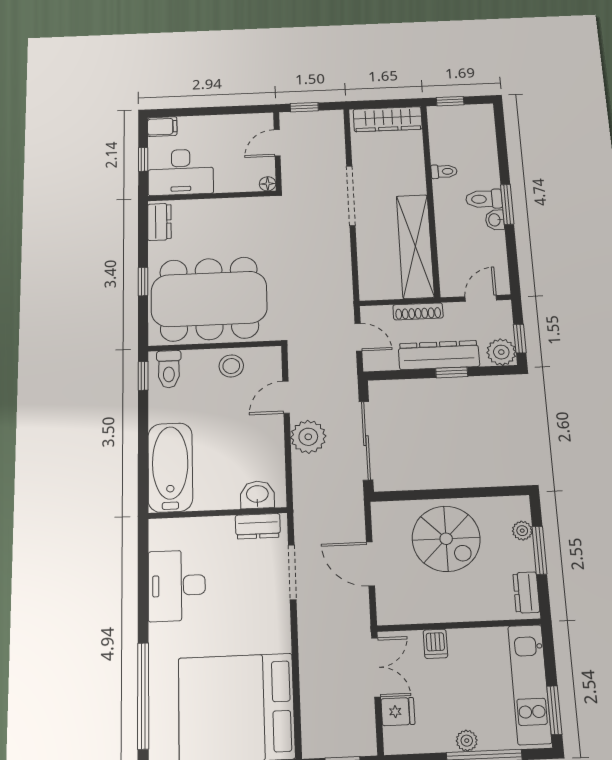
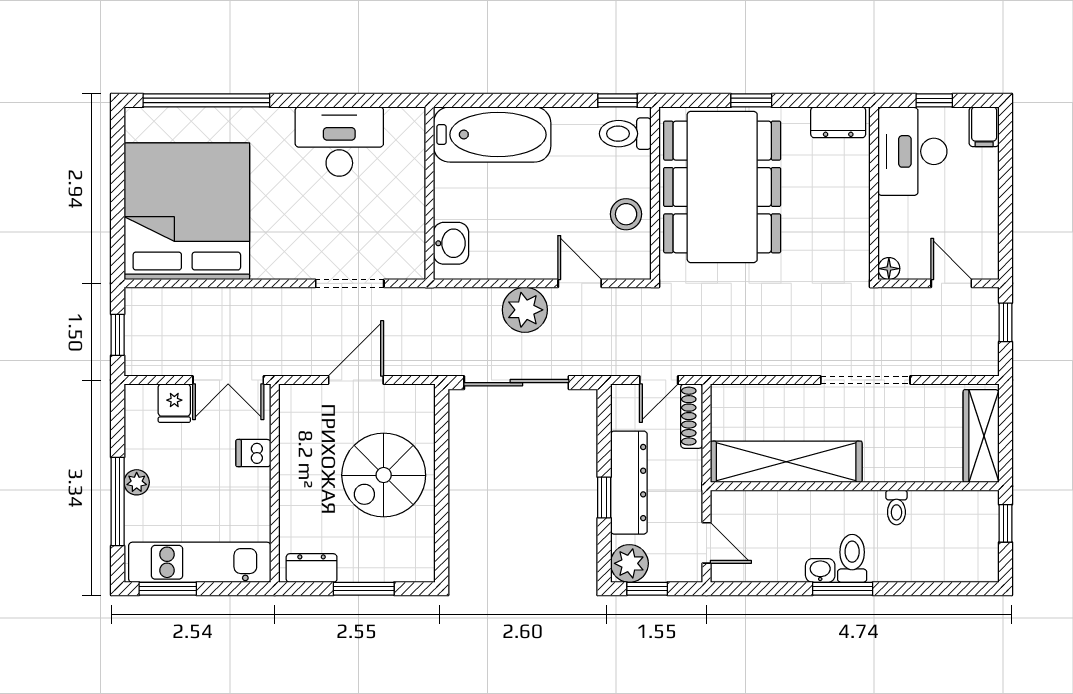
shoe rack: (418, 311) -> (692, 416), moved
dresser: (258, 526) -> (410, 243), removed
plant: (522, 531) -> (390, 570), removed

